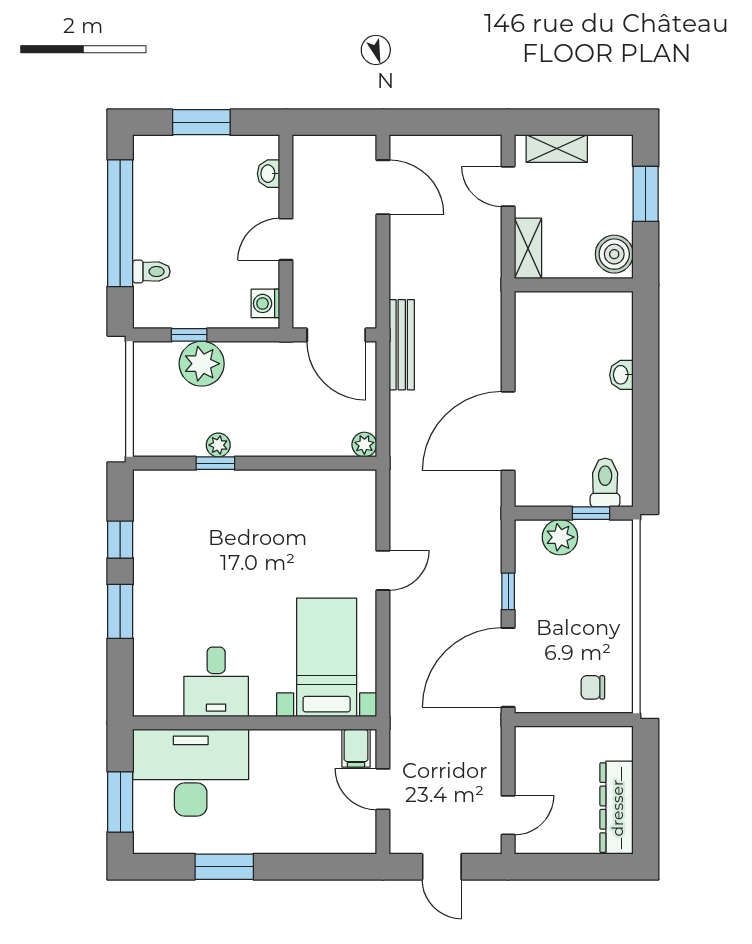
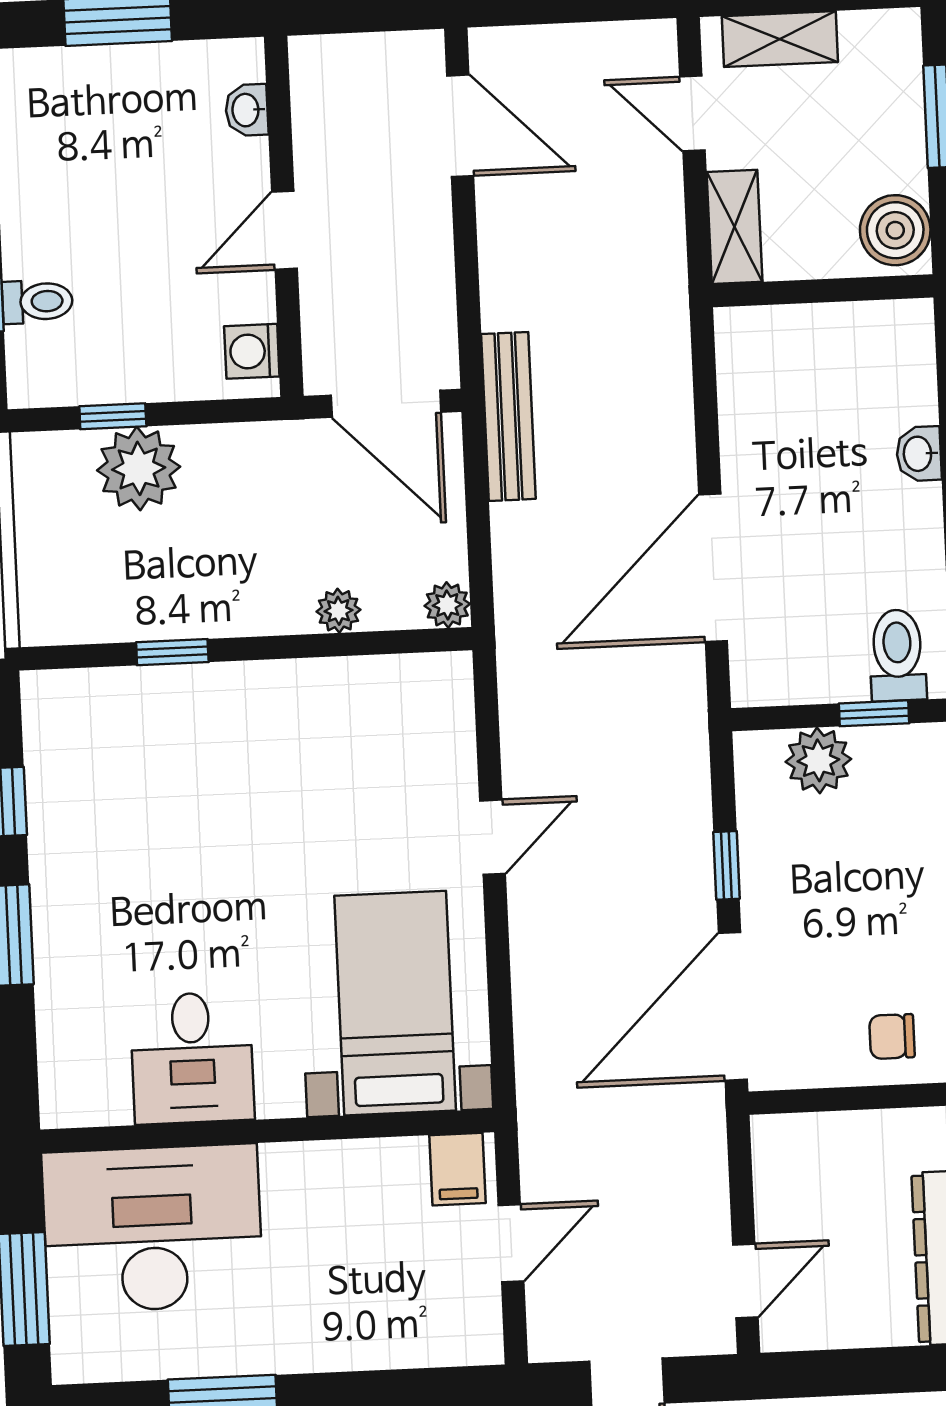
plant: (218, 445) -> (338, 611), moved
door: (383, 789) -> (511, 1243), swing flipped

